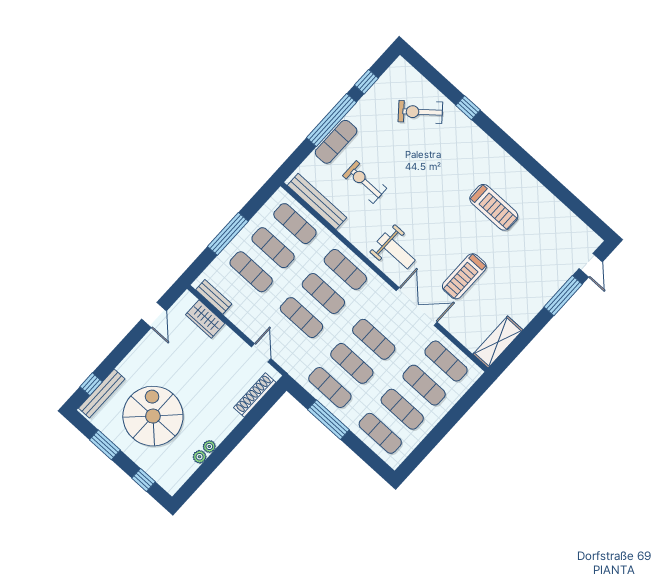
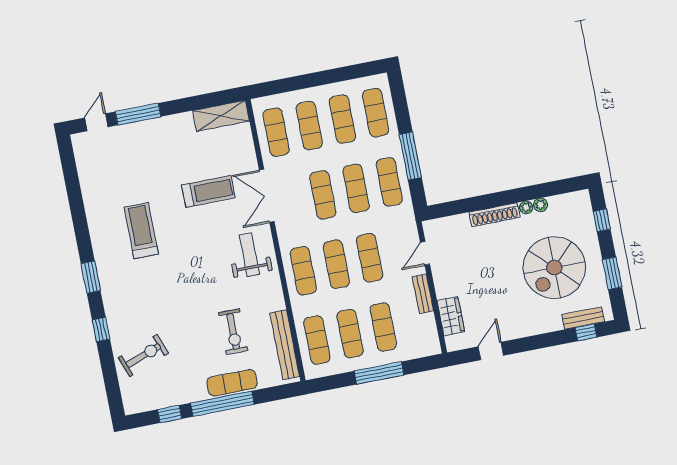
exercise bike: (420, 112) -> (143, 355), turned -70
window: (506, 142) -> (91, 277), added
bench: (214, 297) -> (423, 294), moved
bench: (102, 394) -> (583, 318), width x0.73
shoe rack: (255, 395) -> (495, 215), moved

